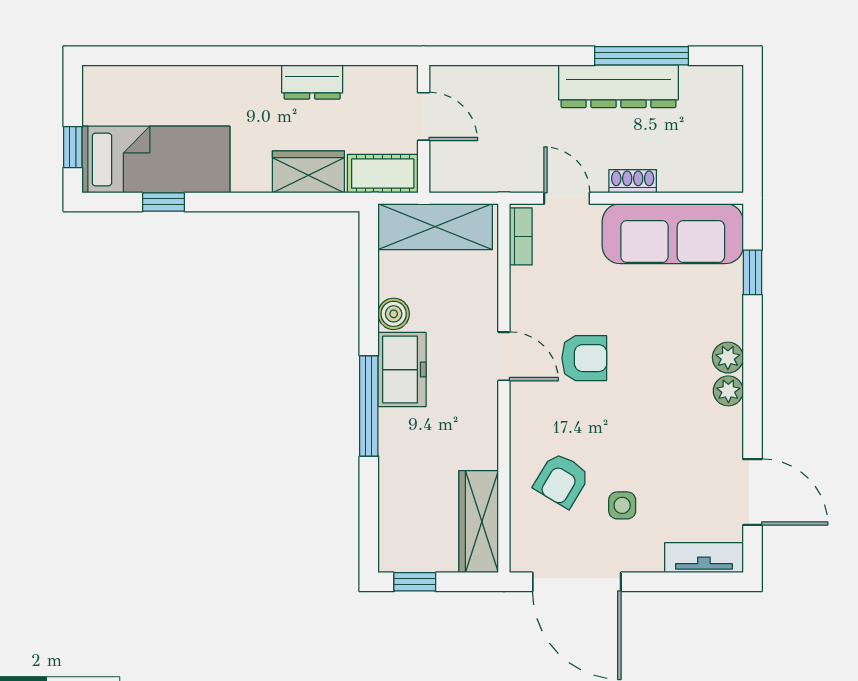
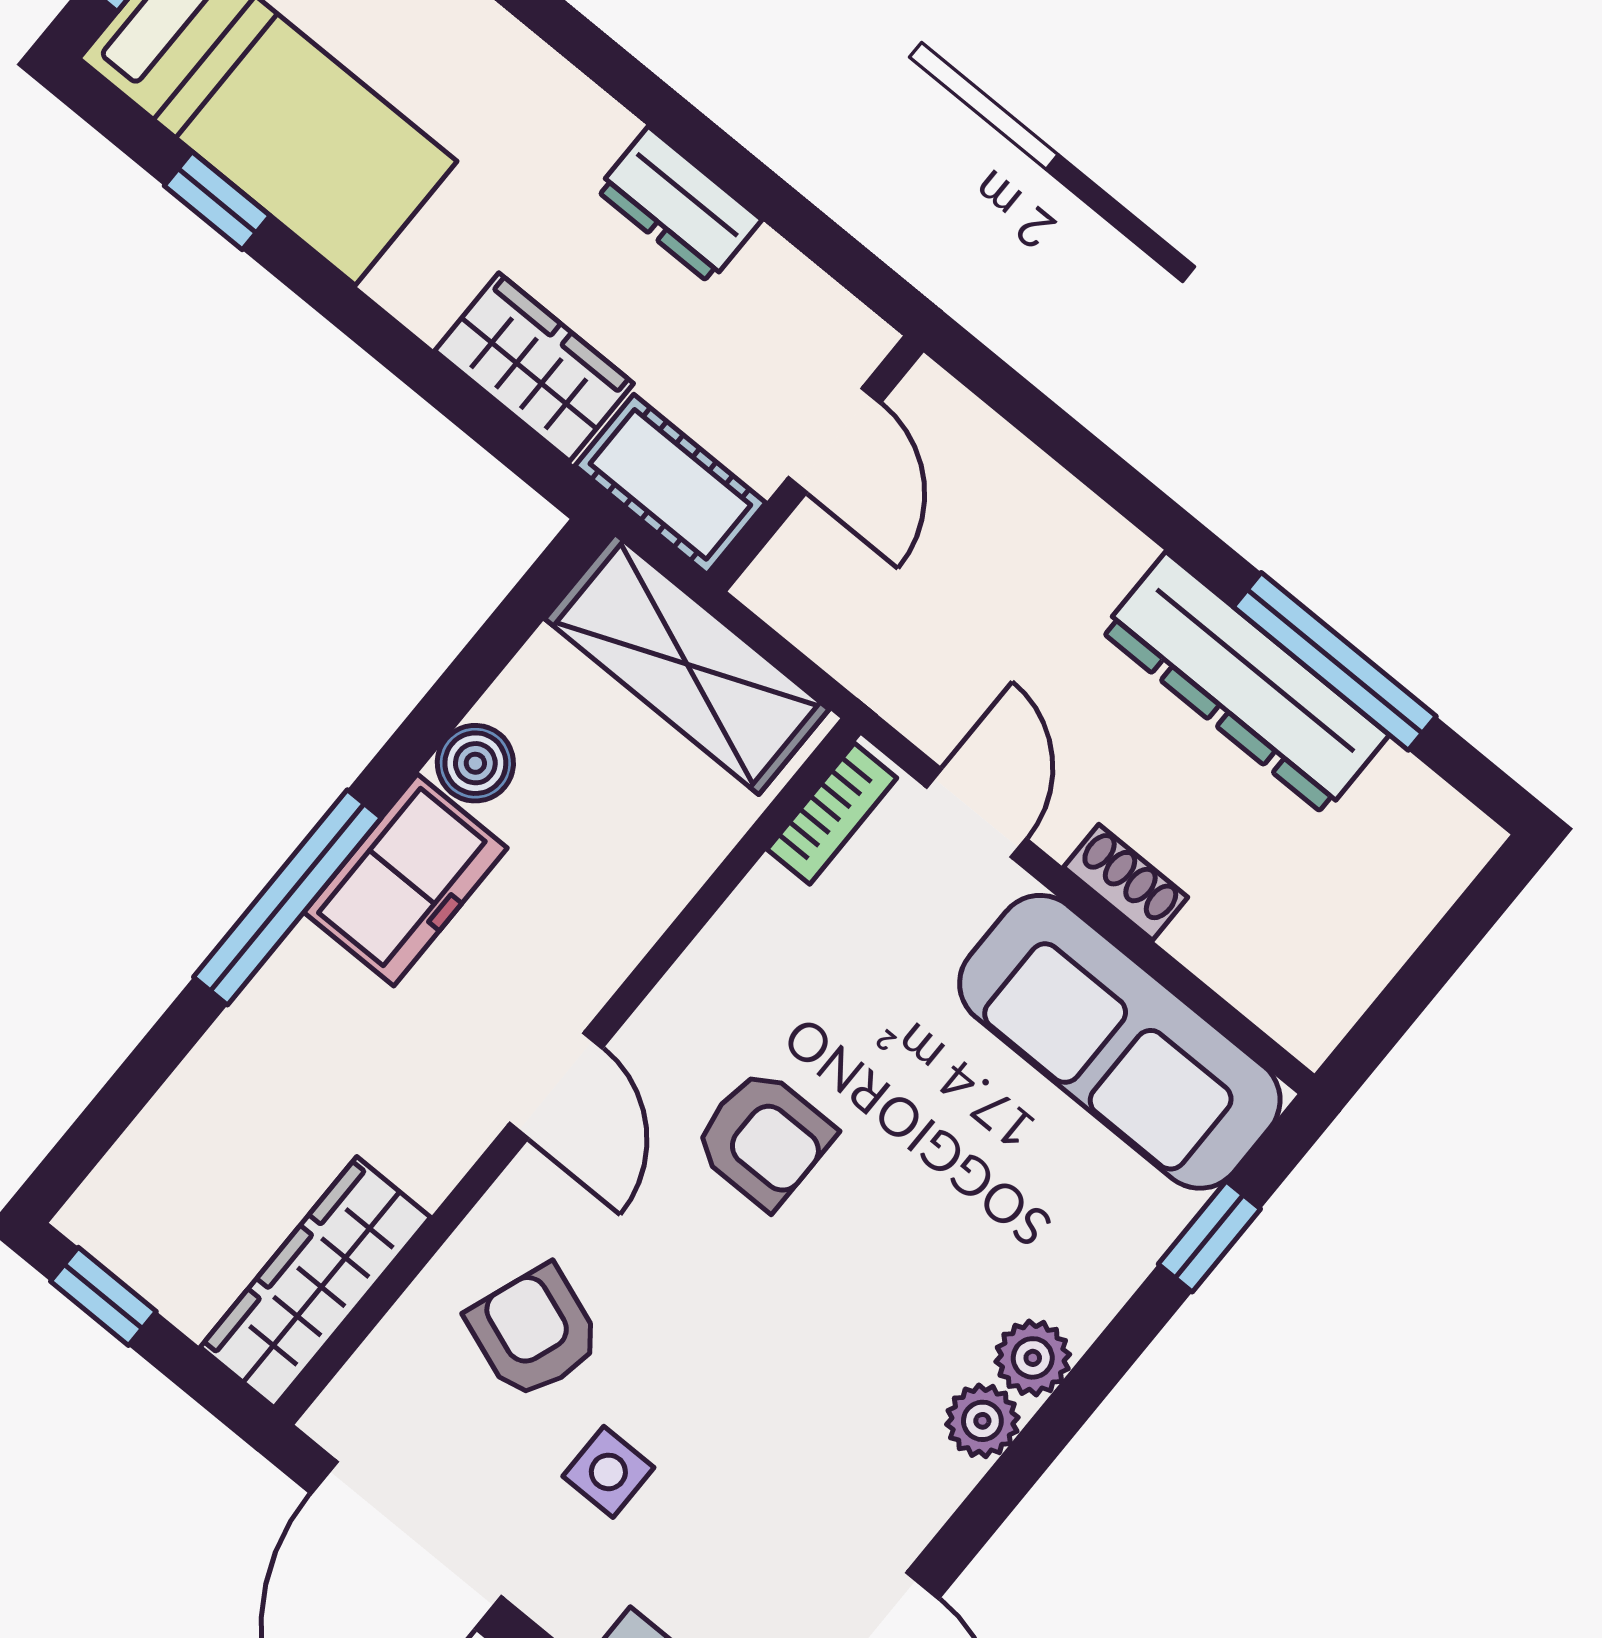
door: (504, 356) -> (556, 1085), moved
armchair: (562, 480) -> (534, 1332), turned 79

